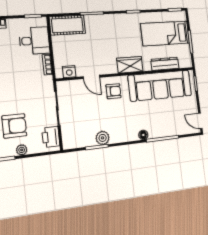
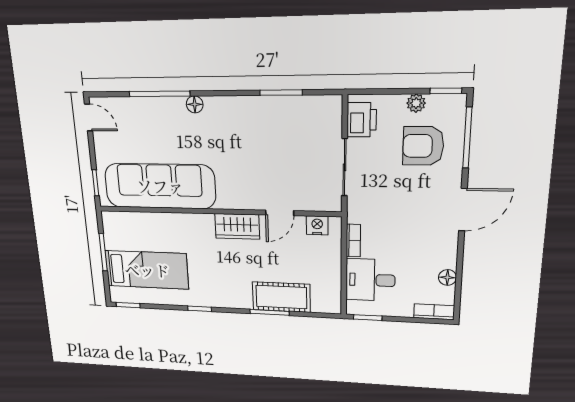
cot: (67, 25) -> (281, 297), moved
dresser: (165, 64) -> (149, 221), removed
wardrobe: (130, 65) -> (237, 226), moved
door: (91, 77) -> (280, 213), swing flipped
armchair: (113, 91) -> (243, 185), removed
plant: (103, 138) -> (269, 108), removed

